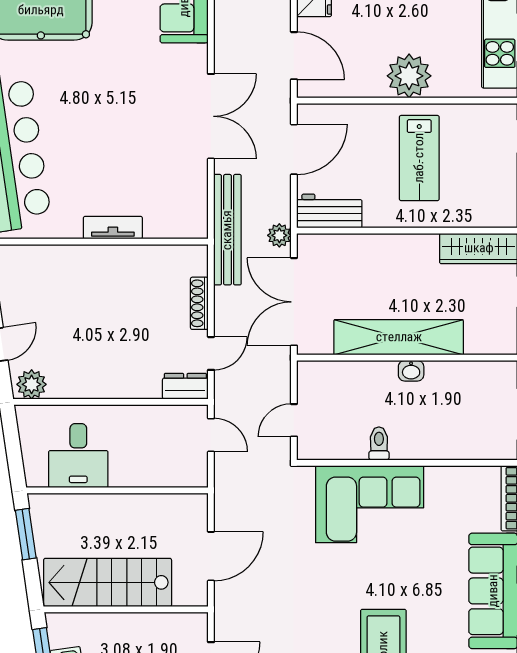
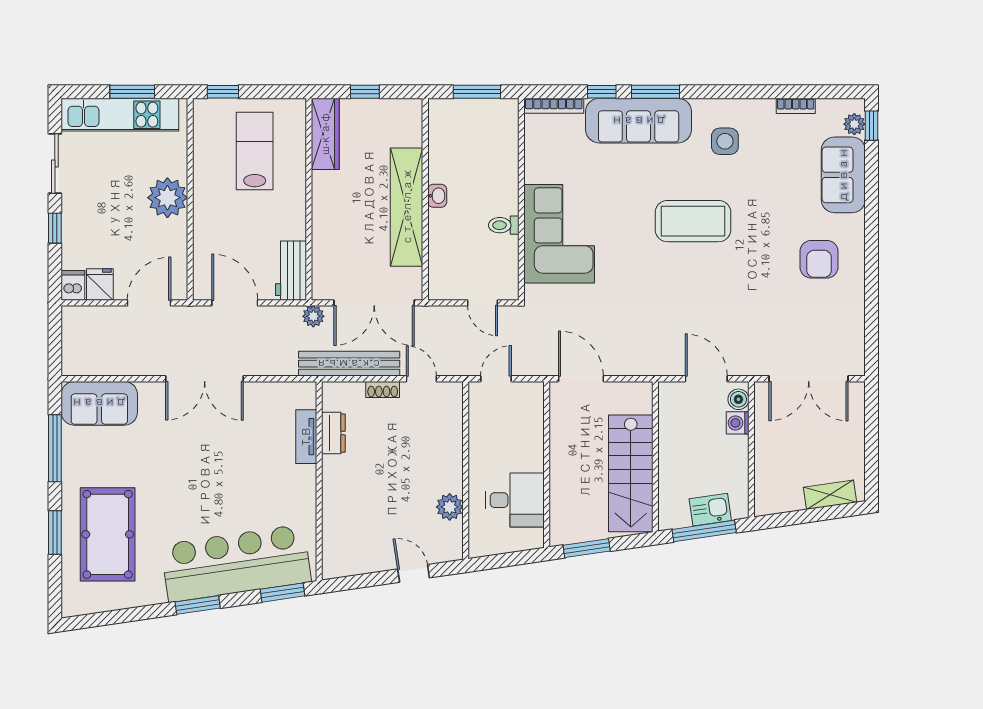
double door: (211, 116) -> (205, 379), swing flipped
lab bench: (419, 158) -> (255, 151), moved, turned -90
tv unit: (113, 228) -> (306, 437), moved
bench: (227, 230) -> (349, 364), moved
shoe rack: (199, 303) -> (383, 389), width x0.70
plant: (32, 384) -> (450, 507), moved
dresser: (185, 386) -> (333, 433), moved, turned 180
door: (211, 556) -> (581, 379), moved

